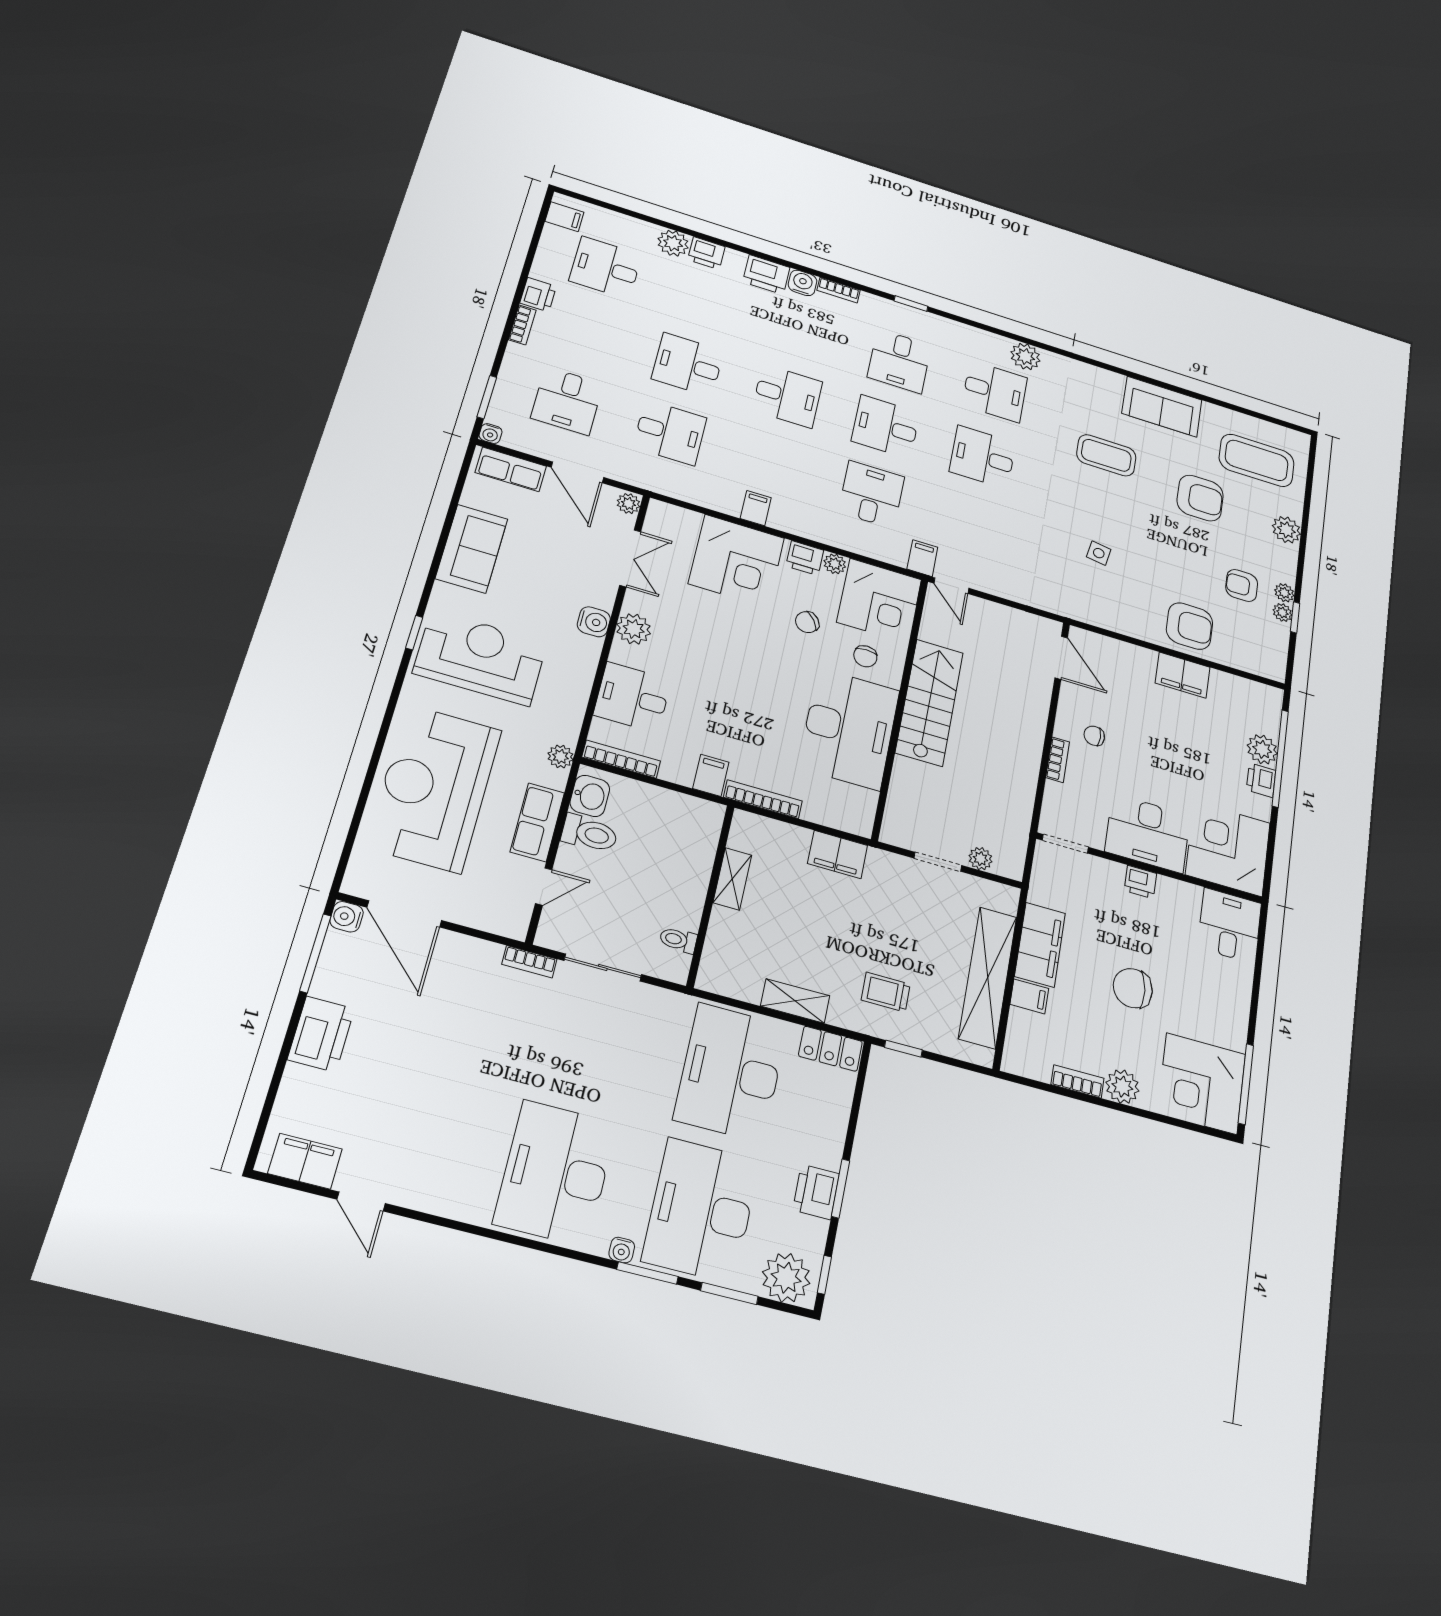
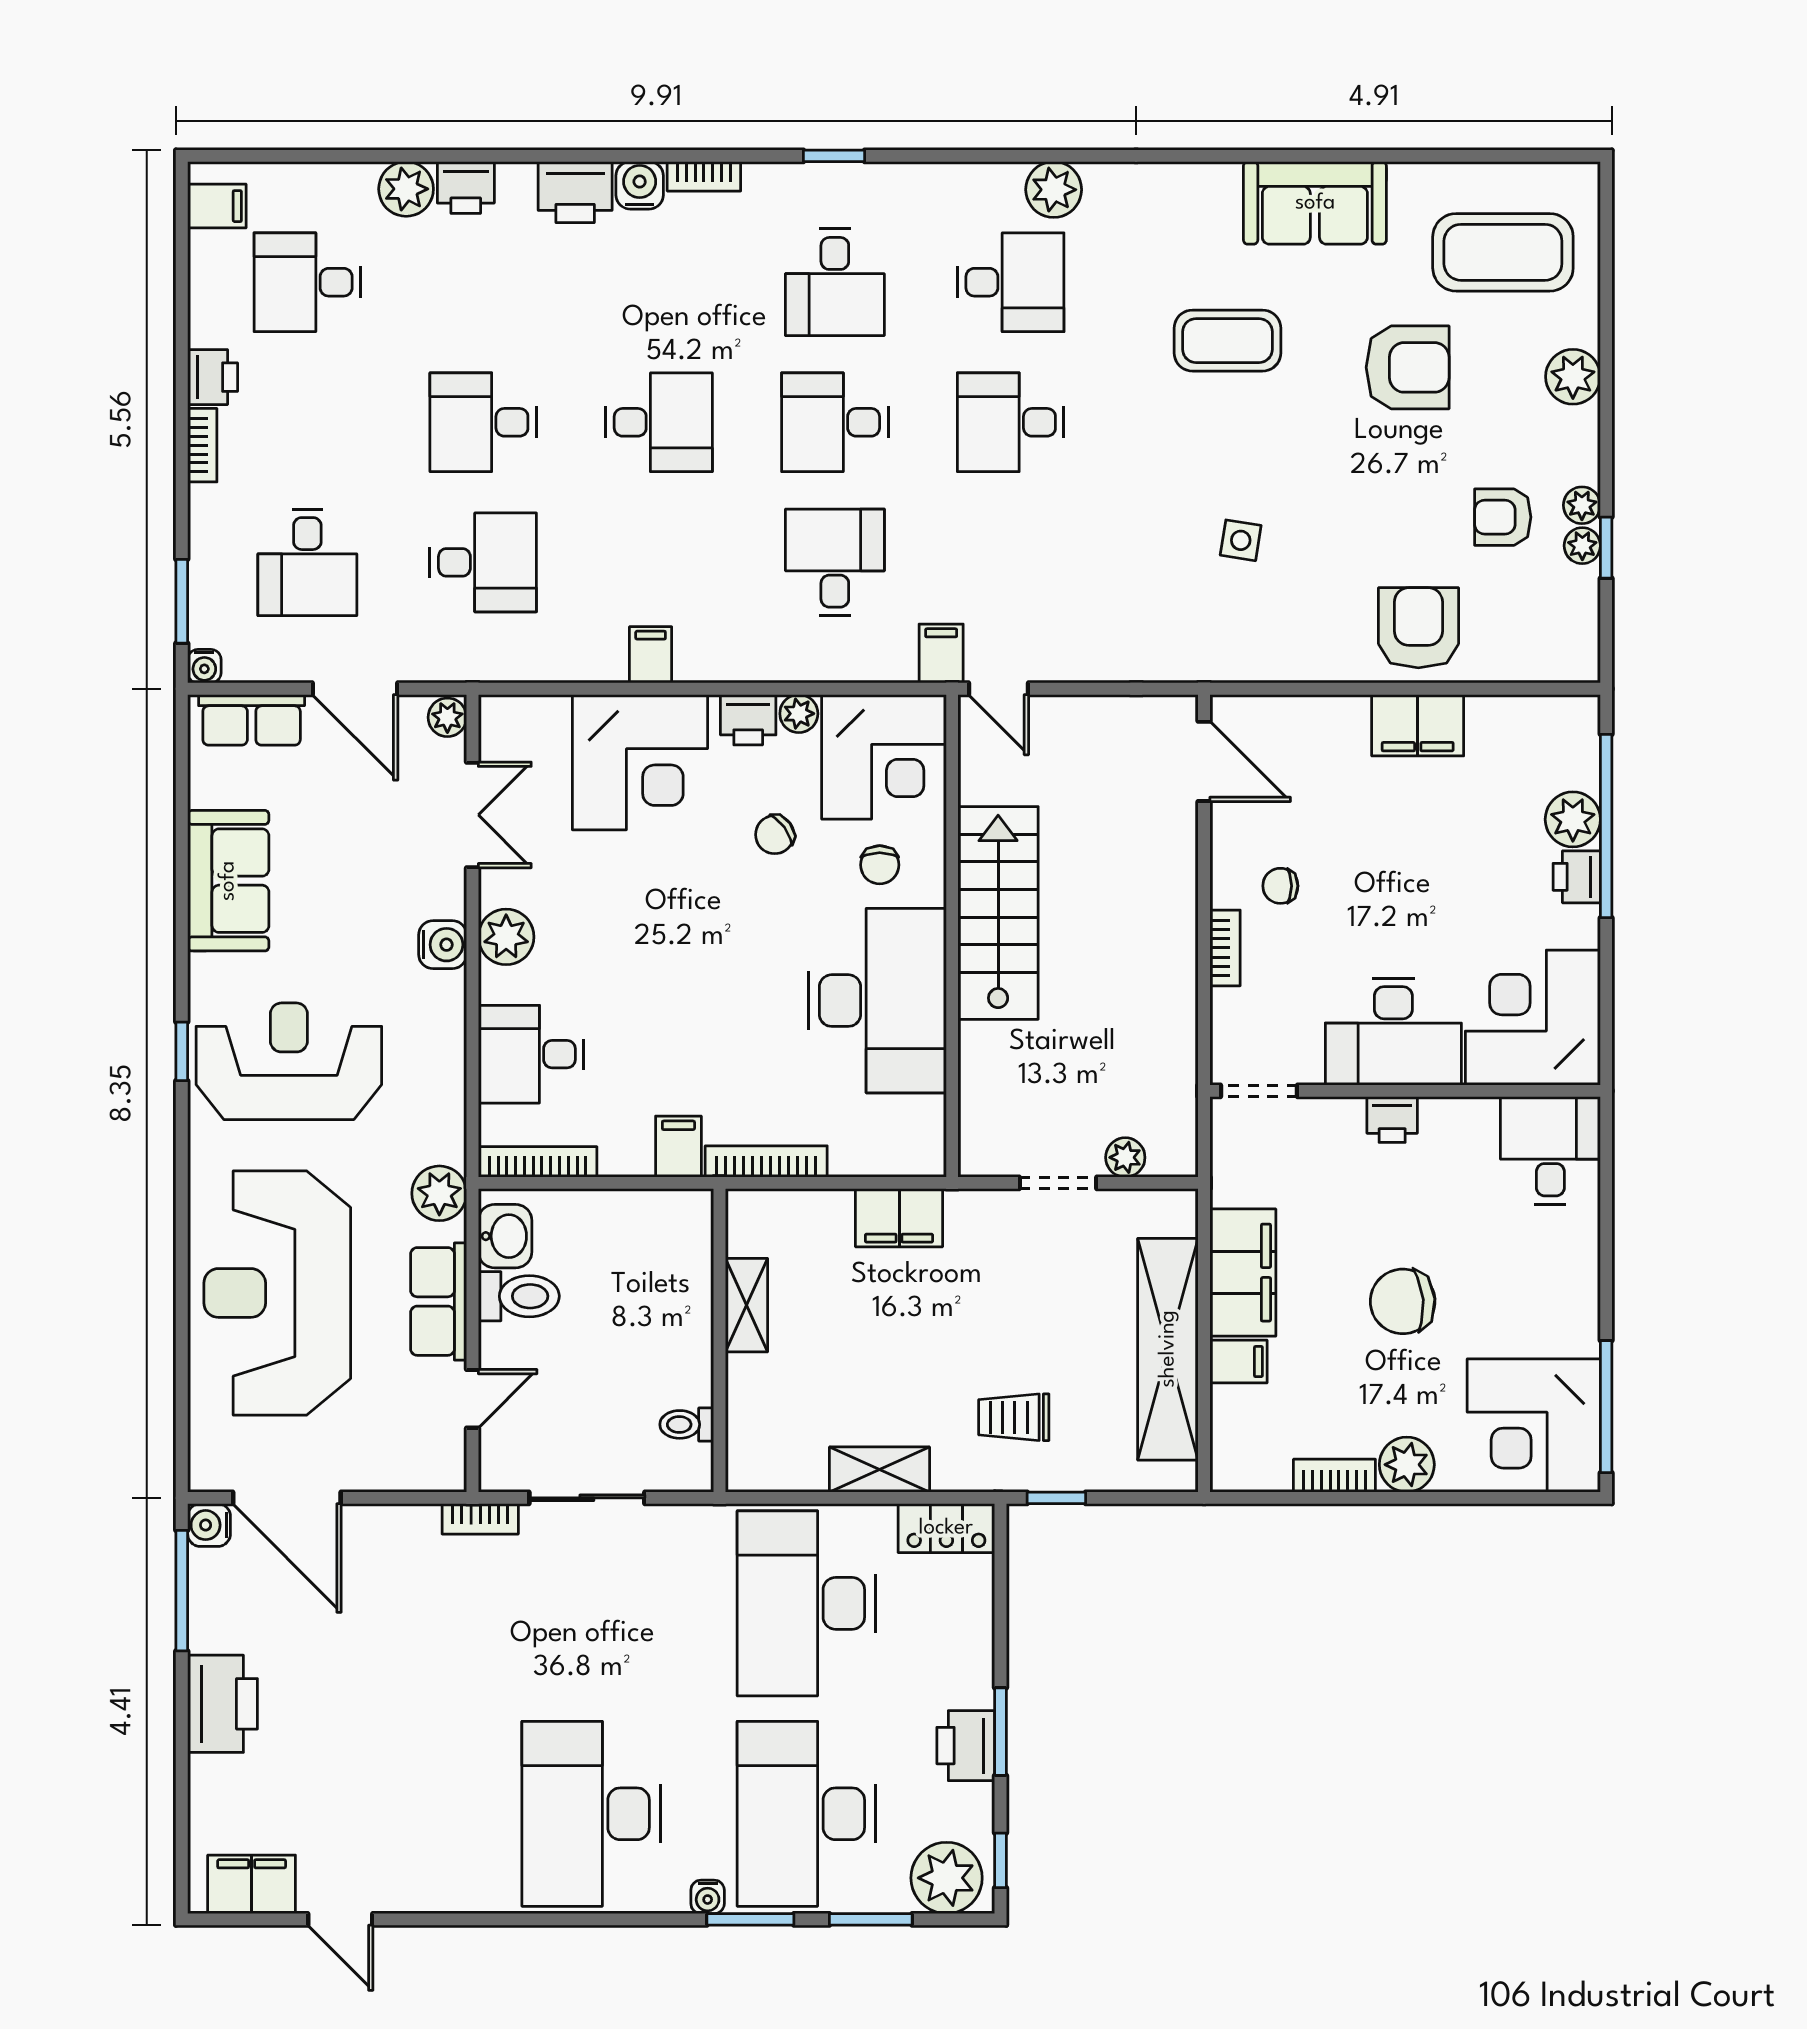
armchair: (1189, 626) -> (1418, 628), turned -90
plant: (560, 756) -> (439, 1193), width x1.38, depth x1.38

